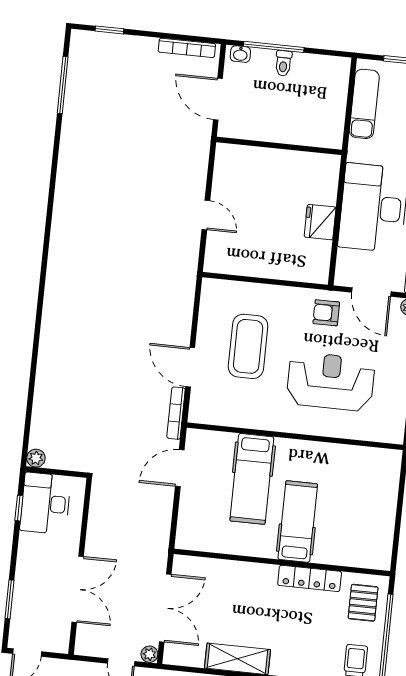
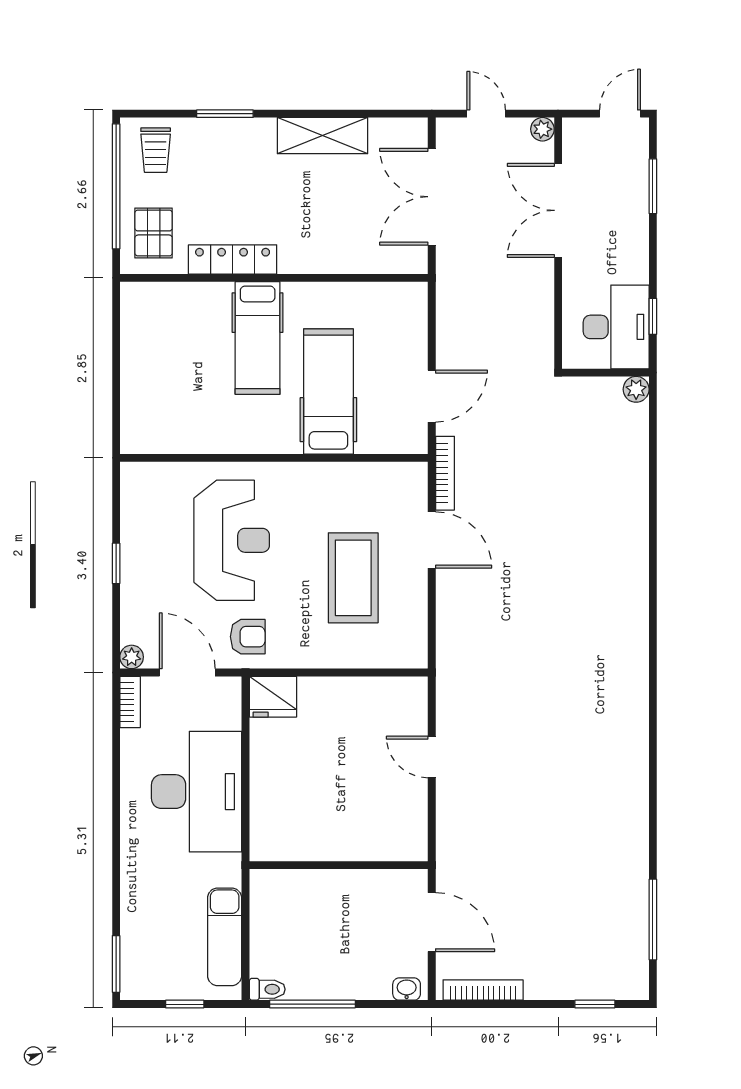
window: (274, 47) -> (312, 1004), moved
toilet: (283, 63) -> (267, 989), moved, turned 90
fridge: (320, 222) -> (273, 697), moved, turned 90
reception desk: (331, 382) -> (232, 540), turned -90
plant: (149, 654) -> (542, 129), moved

